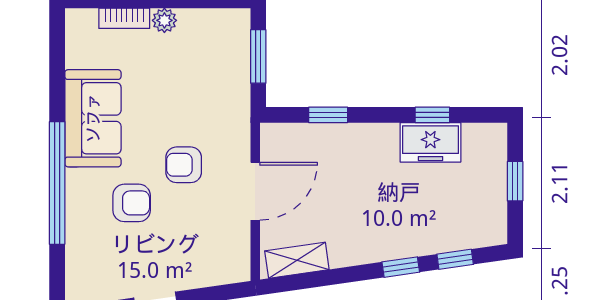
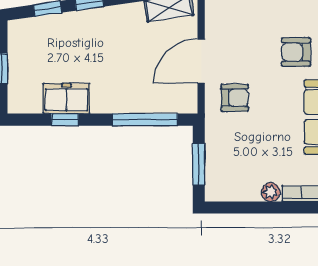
window: (328, 115) -> (145, 120), width x2.17
armchair: (184, 165) -> (235, 98), moved

